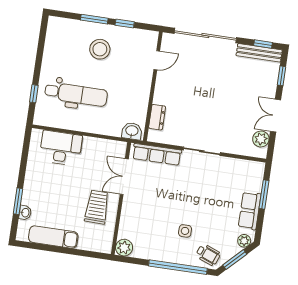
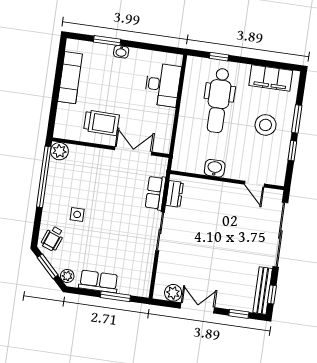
filing cabinet: (55, 44) -> (271, 78), added
dresser: (157, 117) -> (174, 194), moved, turned -90
washbasin: (132, 131) -> (215, 168), moved, turned -90
row of seats: (157, 154) -> (155, 193), width x0.68
washbasin: (25, 213) -> (121, 52), moved
window: (178, 267) -> (44, 177), moved

